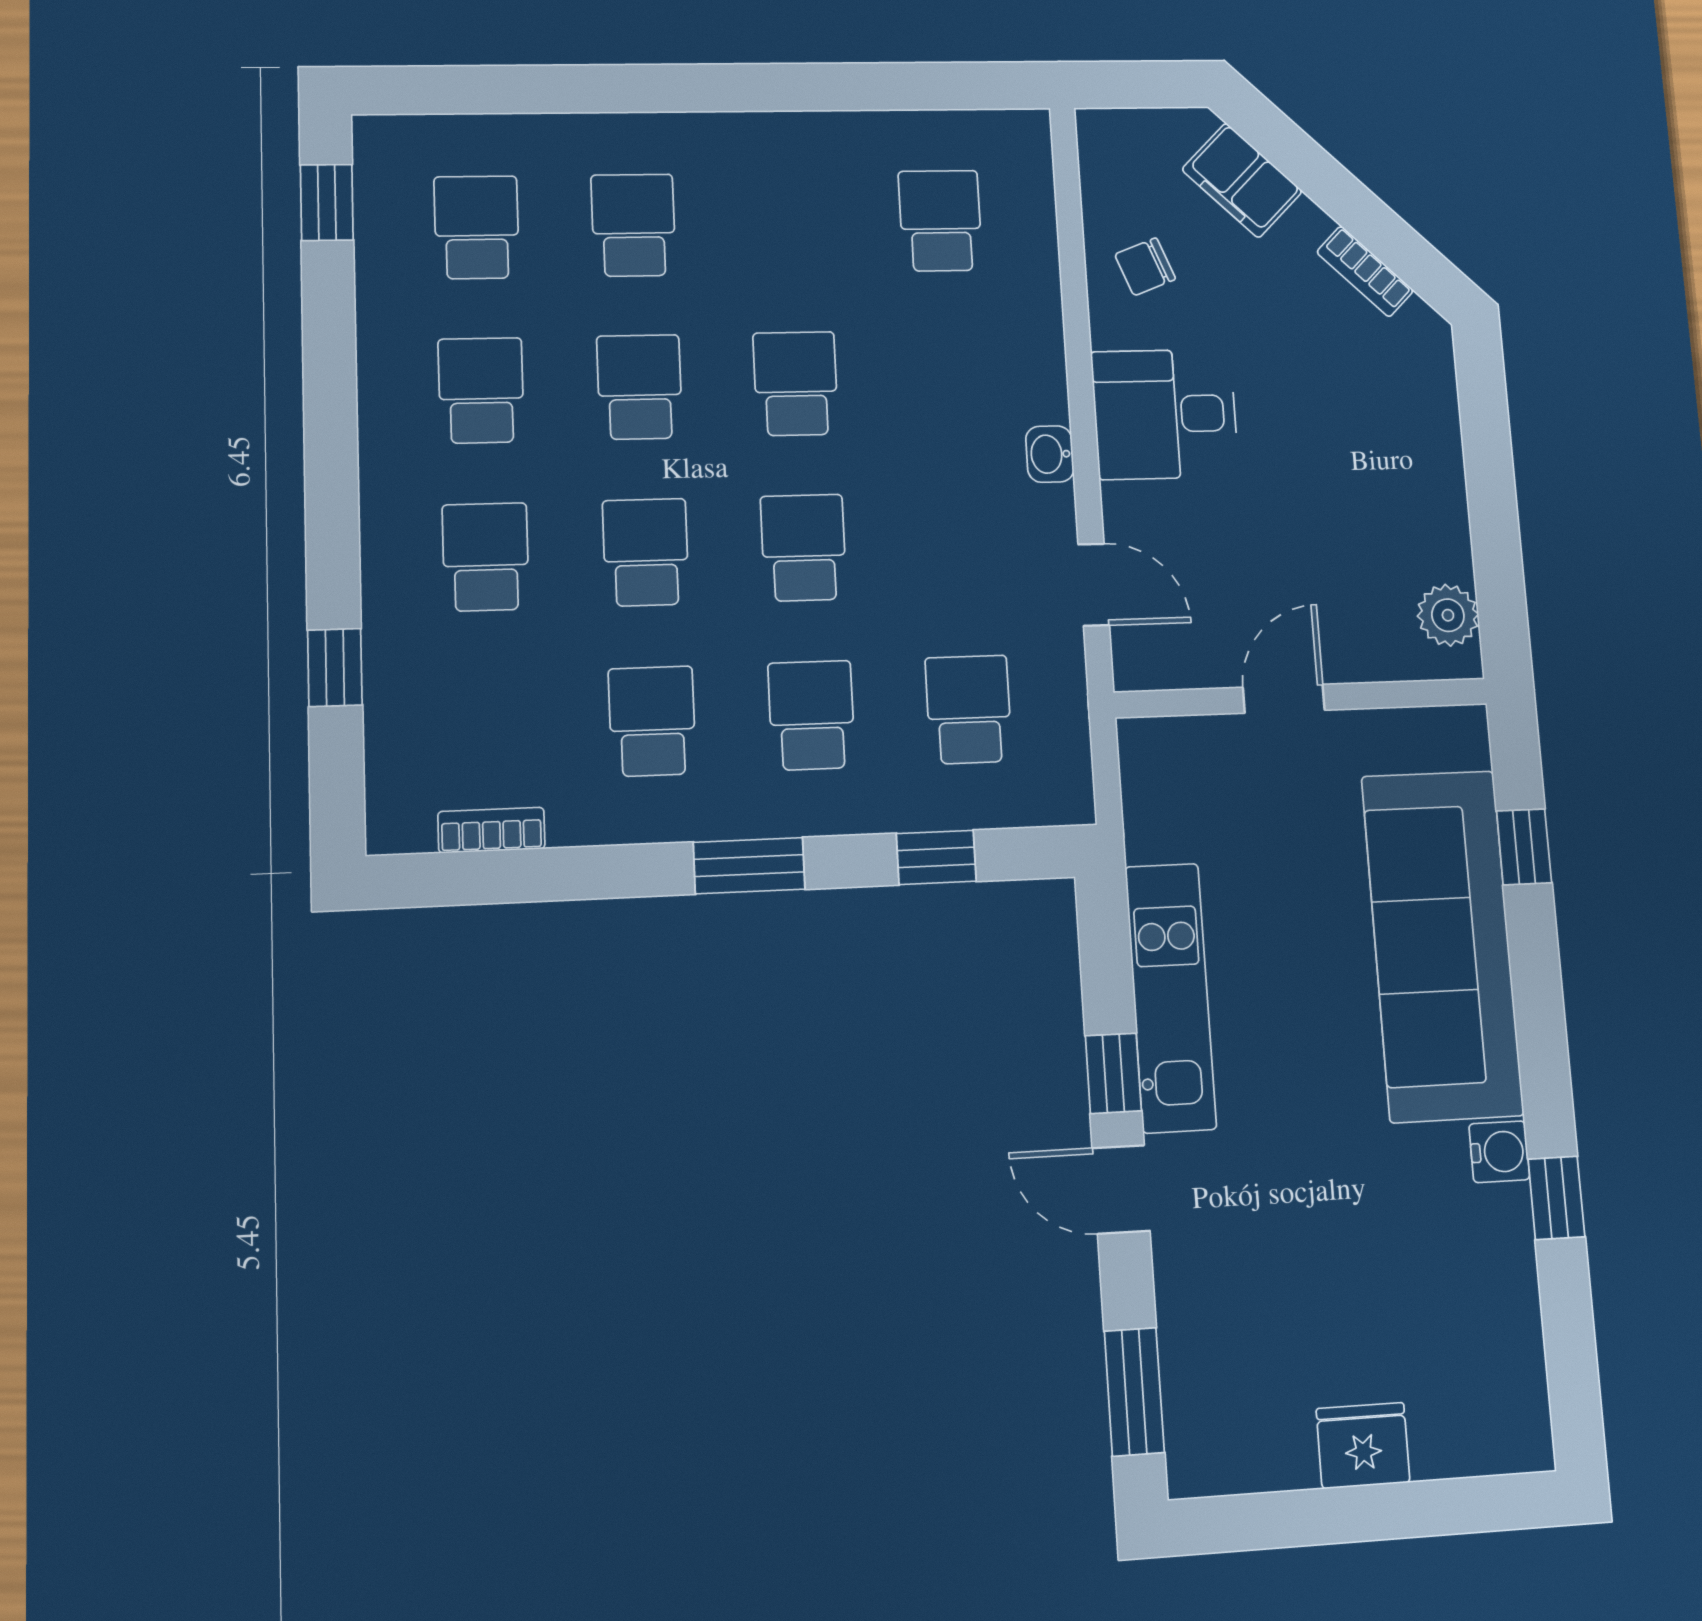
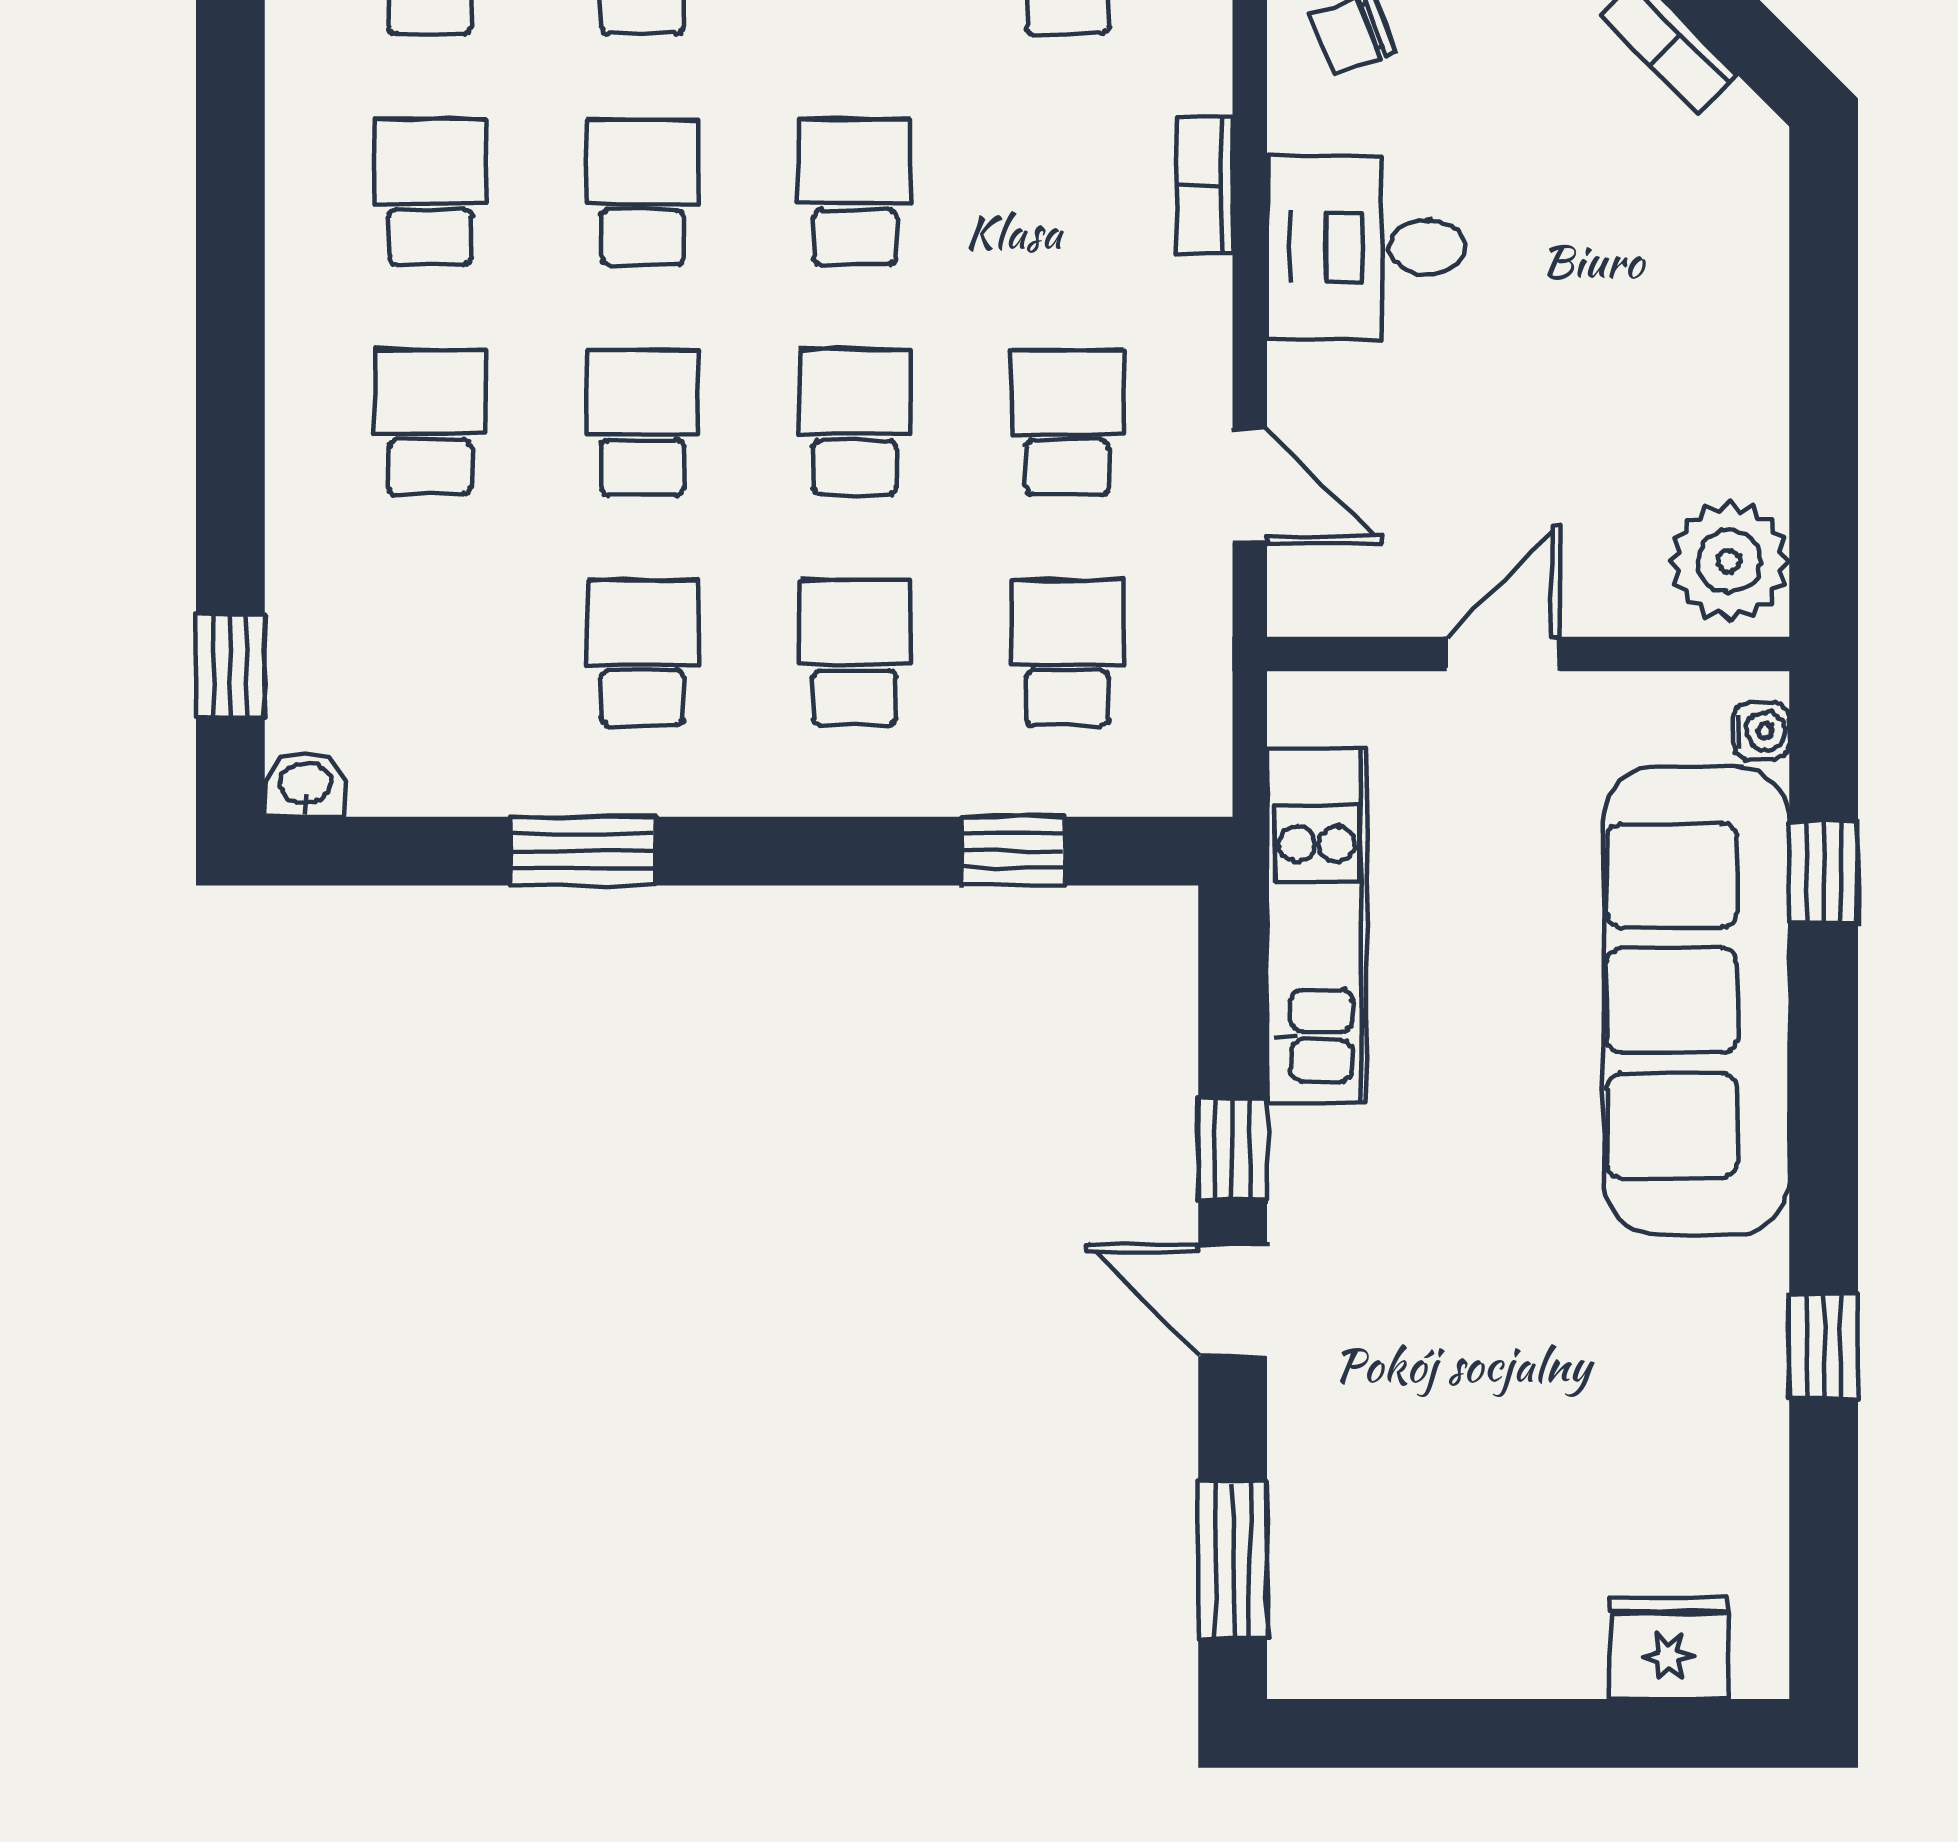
washbasin: (1050, 454) -> (305, 785), moved, turned 90
school desk: (959, 543) -> (1067, 422), added
plant: (1448, 615) -> (1729, 561), width x1.36, depth x1.36
window: (335, 667) -> (230, 666), moved
bookcase: (491, 830) -> (1205, 185), moved, turned -90
window: (749, 866) -> (583, 851), moved
kitchen unit: (1171, 997) -> (1317, 926), moved
water cooler: (1499, 1152) -> (1761, 731), moved, width x0.72, depth x0.72
fridge: (1363, 1446) -> (1669, 1648), moved

